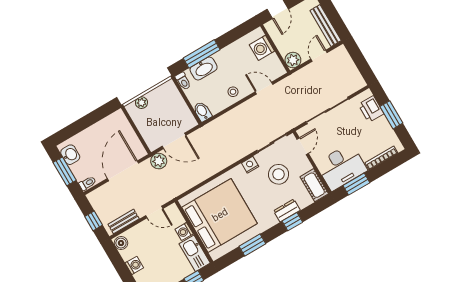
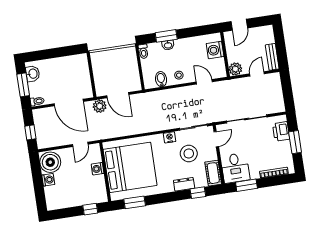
bench: (326, 26) -> (272, 57), width x0.73
window: (202, 54) -> (166, 36), width x0.69
washbasin: (204, 68) -> (168, 45), width x0.52, depth x0.69
plant: (141, 103) -> (104, 55), removed
bidet: (202, 112) -> (161, 79), moved
desk: (341, 167) -> (235, 168), width x0.73
door: (123, 171) -> (69, 103), swing flipped
door: (154, 212) -> (80, 144), hinge flipped
bench: (124, 221) -> (53, 142), removed
window: (292, 222) -> (198, 193), moved
boiler: (121, 243) -> (50, 162), width x1.86, depth x1.86
window: (252, 245) -> (135, 202), moved
kitchen sink: (195, 253) -> (99, 189), removed

